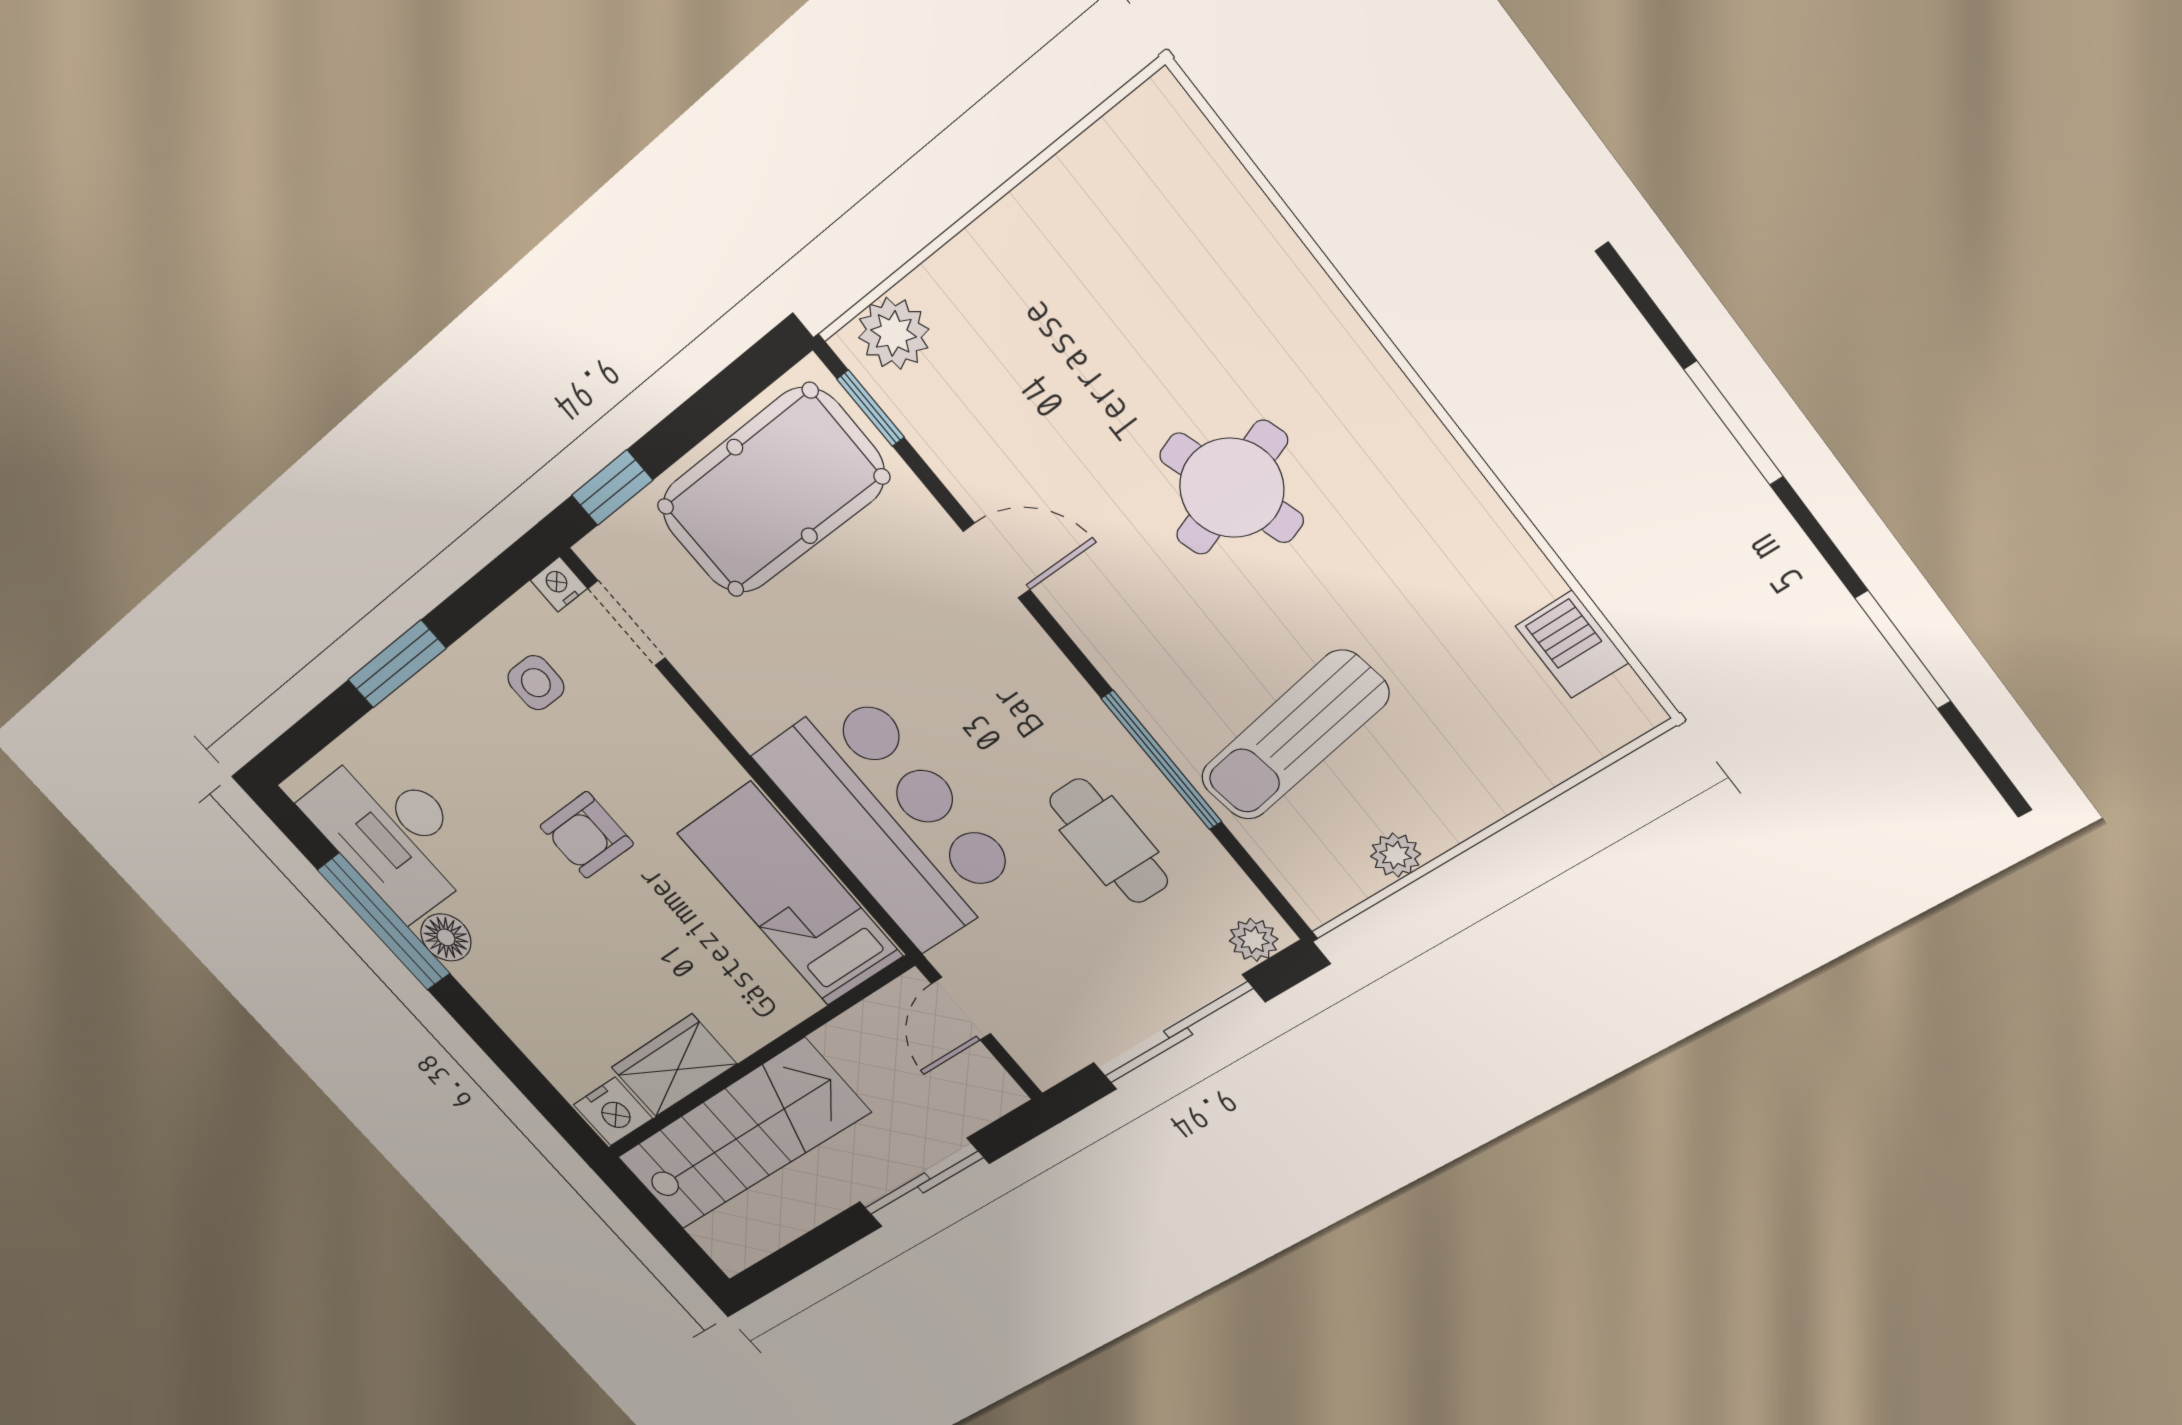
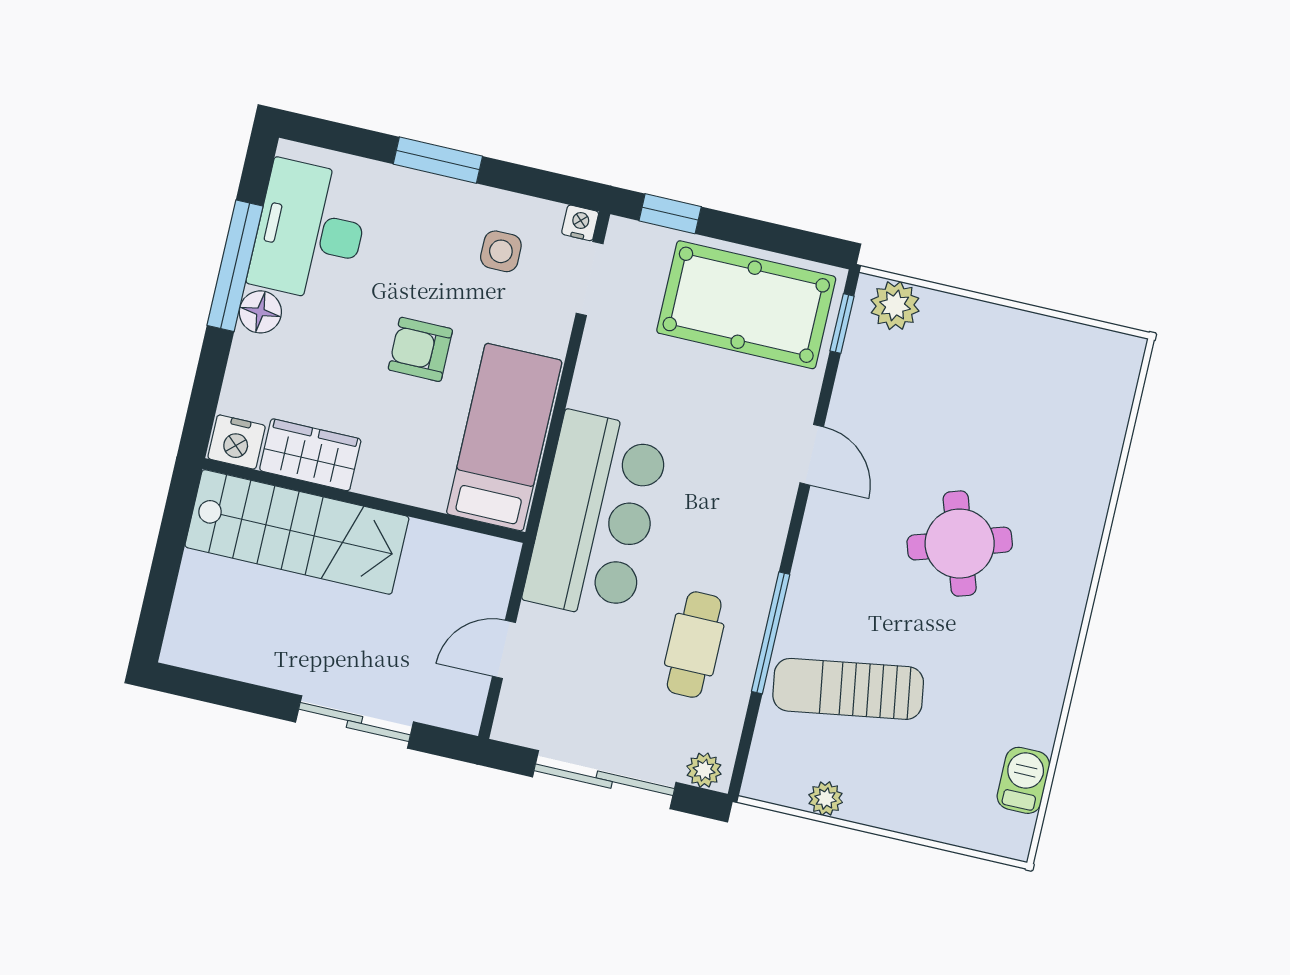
bed: (790, 895) -> (504, 437), moved
wall: (756, 1060) -> (364, 500), moved
wardrobe: (674, 1066) -> (310, 455), moved
nightstand: (613, 1112) -> (237, 442), moved
stairs: (742, 1135) -> (297, 532), moved

